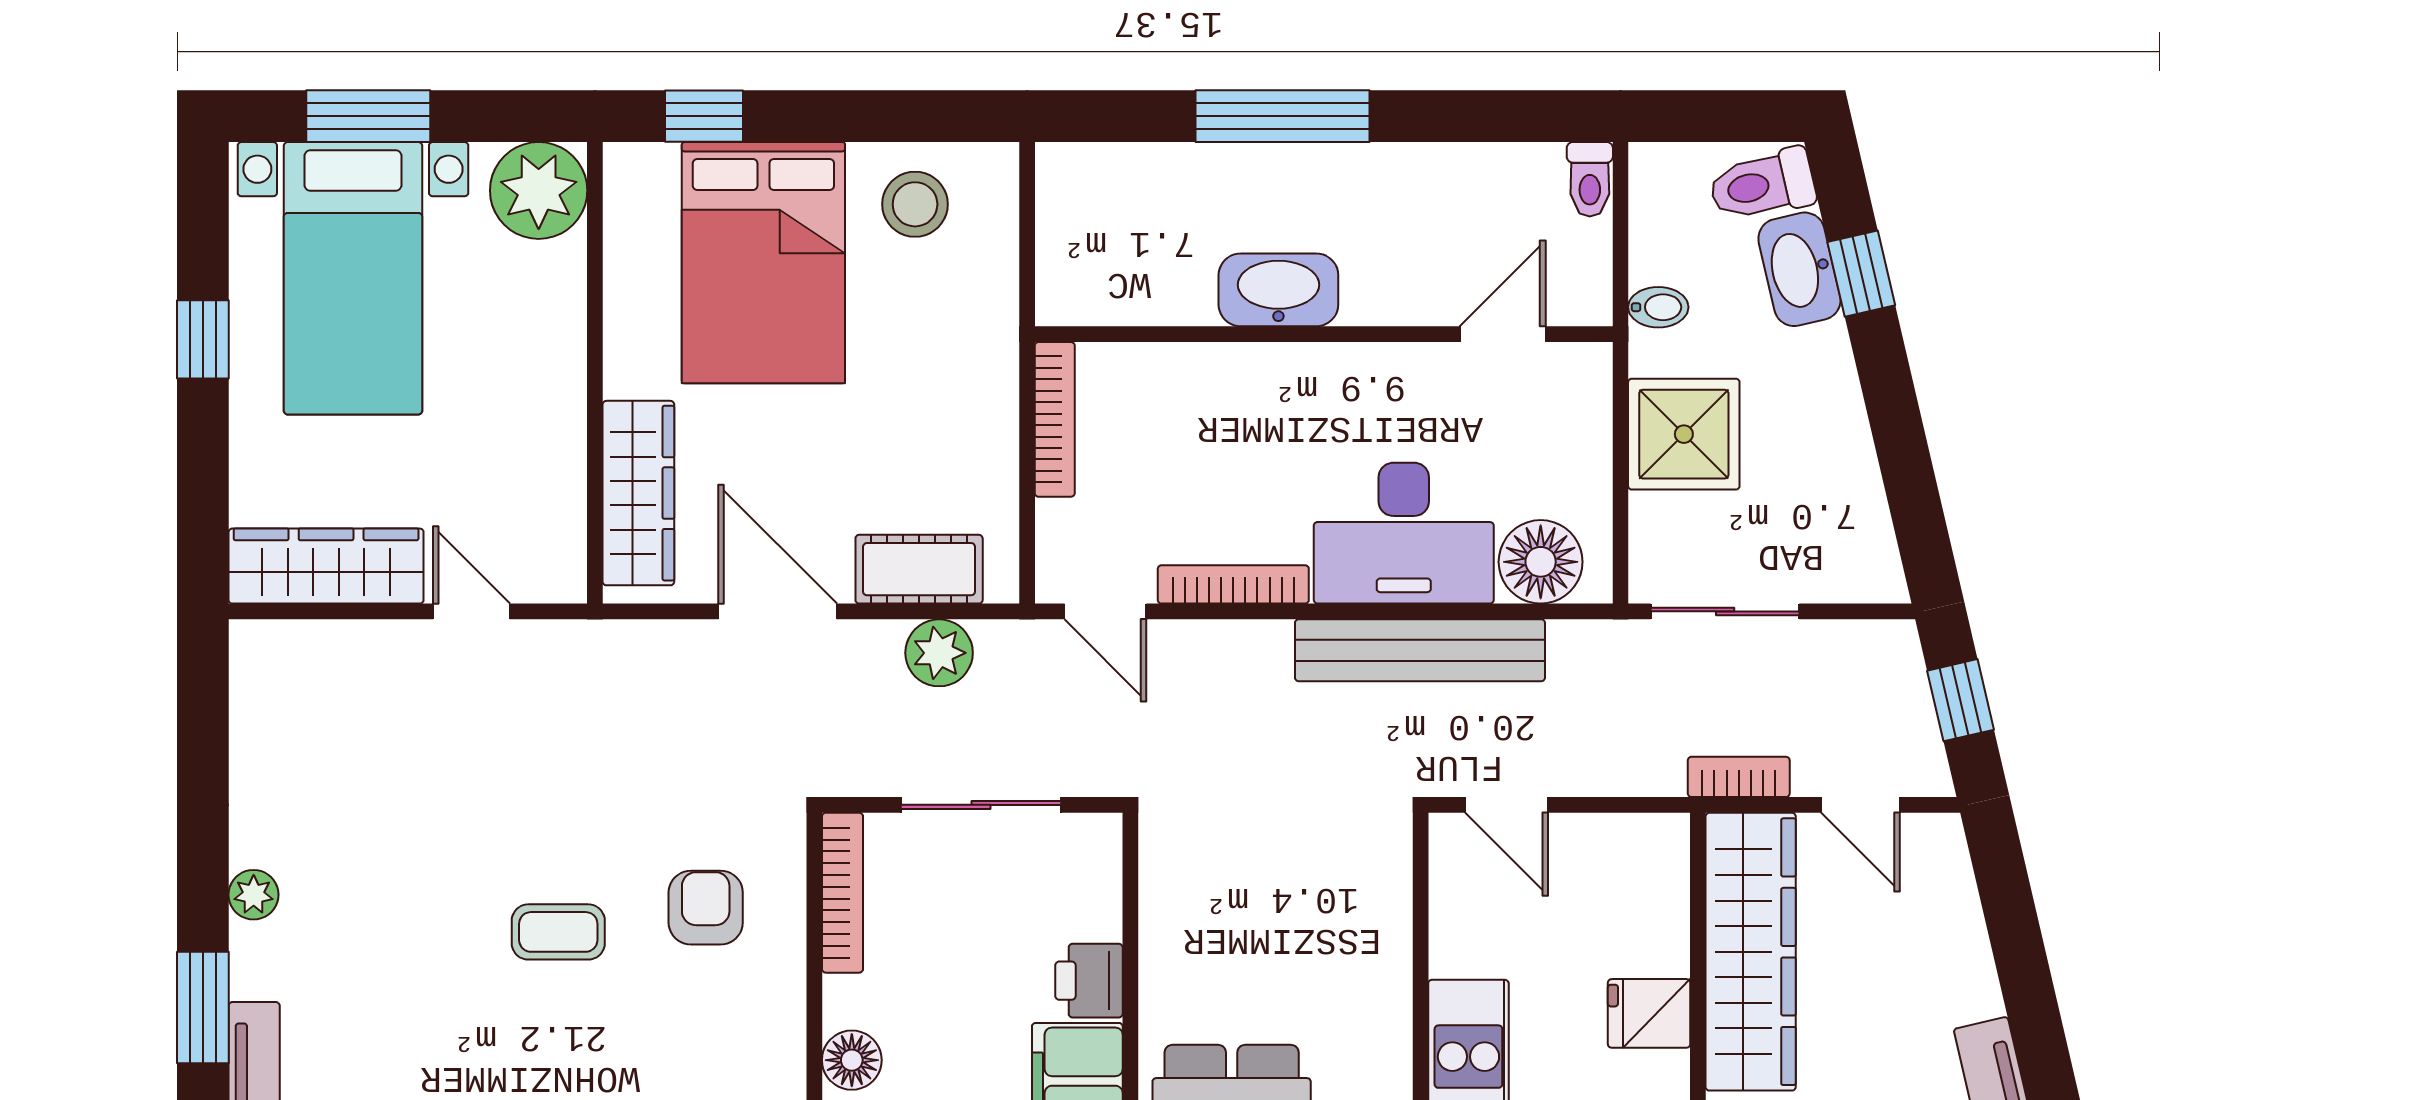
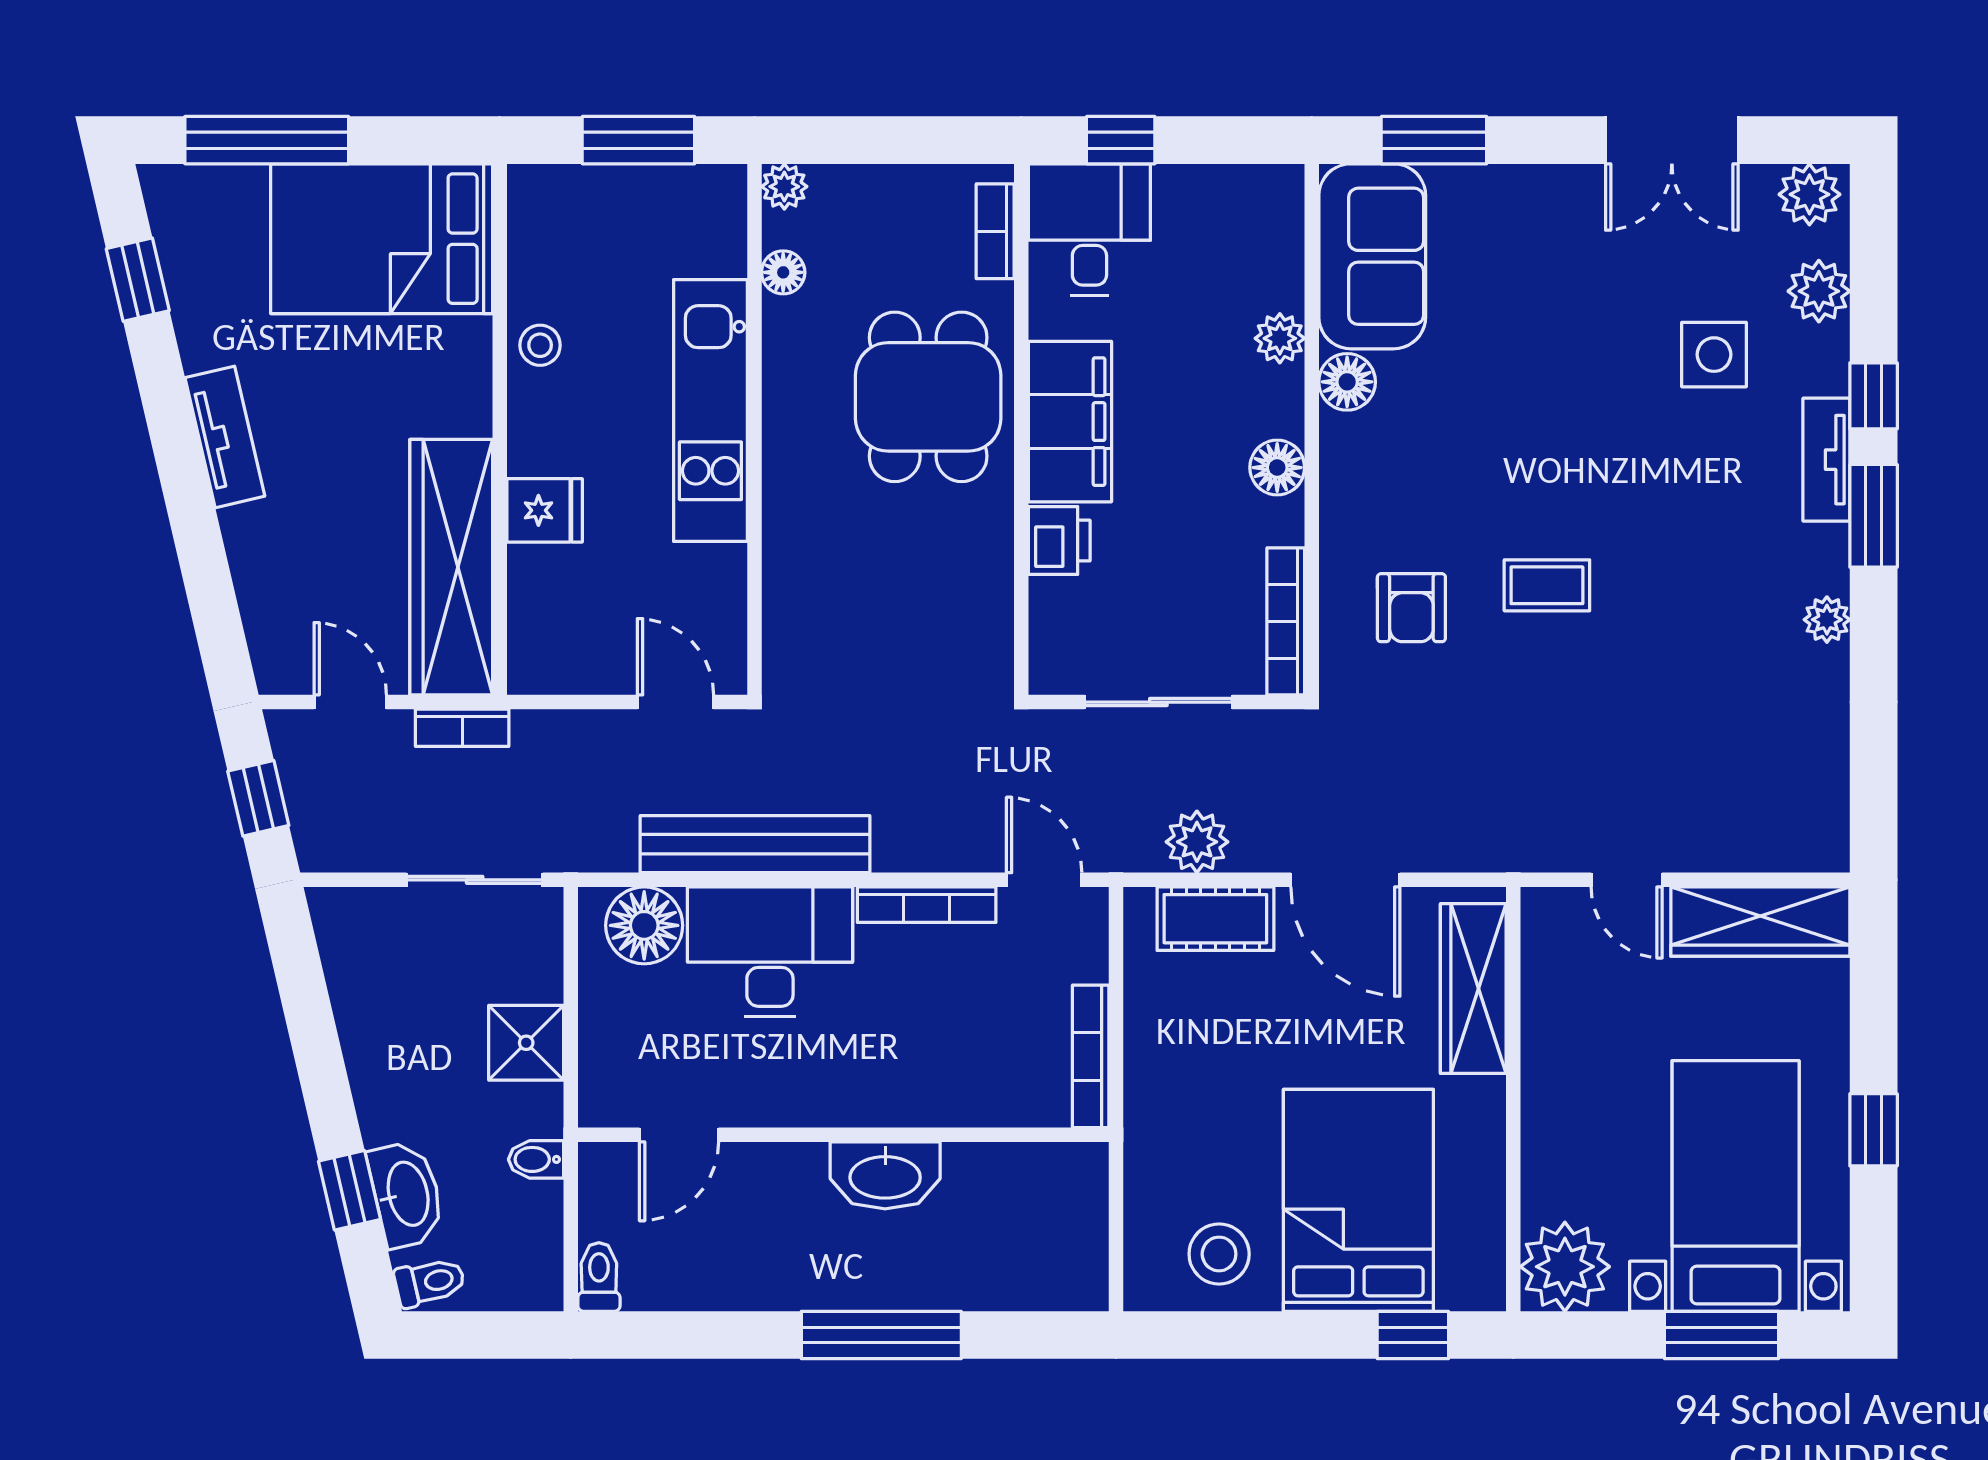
toilet: (1762, 185) -> (430, 1282), width x0.73, depth x0.72
shower: (1684, 434) -> (526, 1043), width x0.73, depth x0.73

